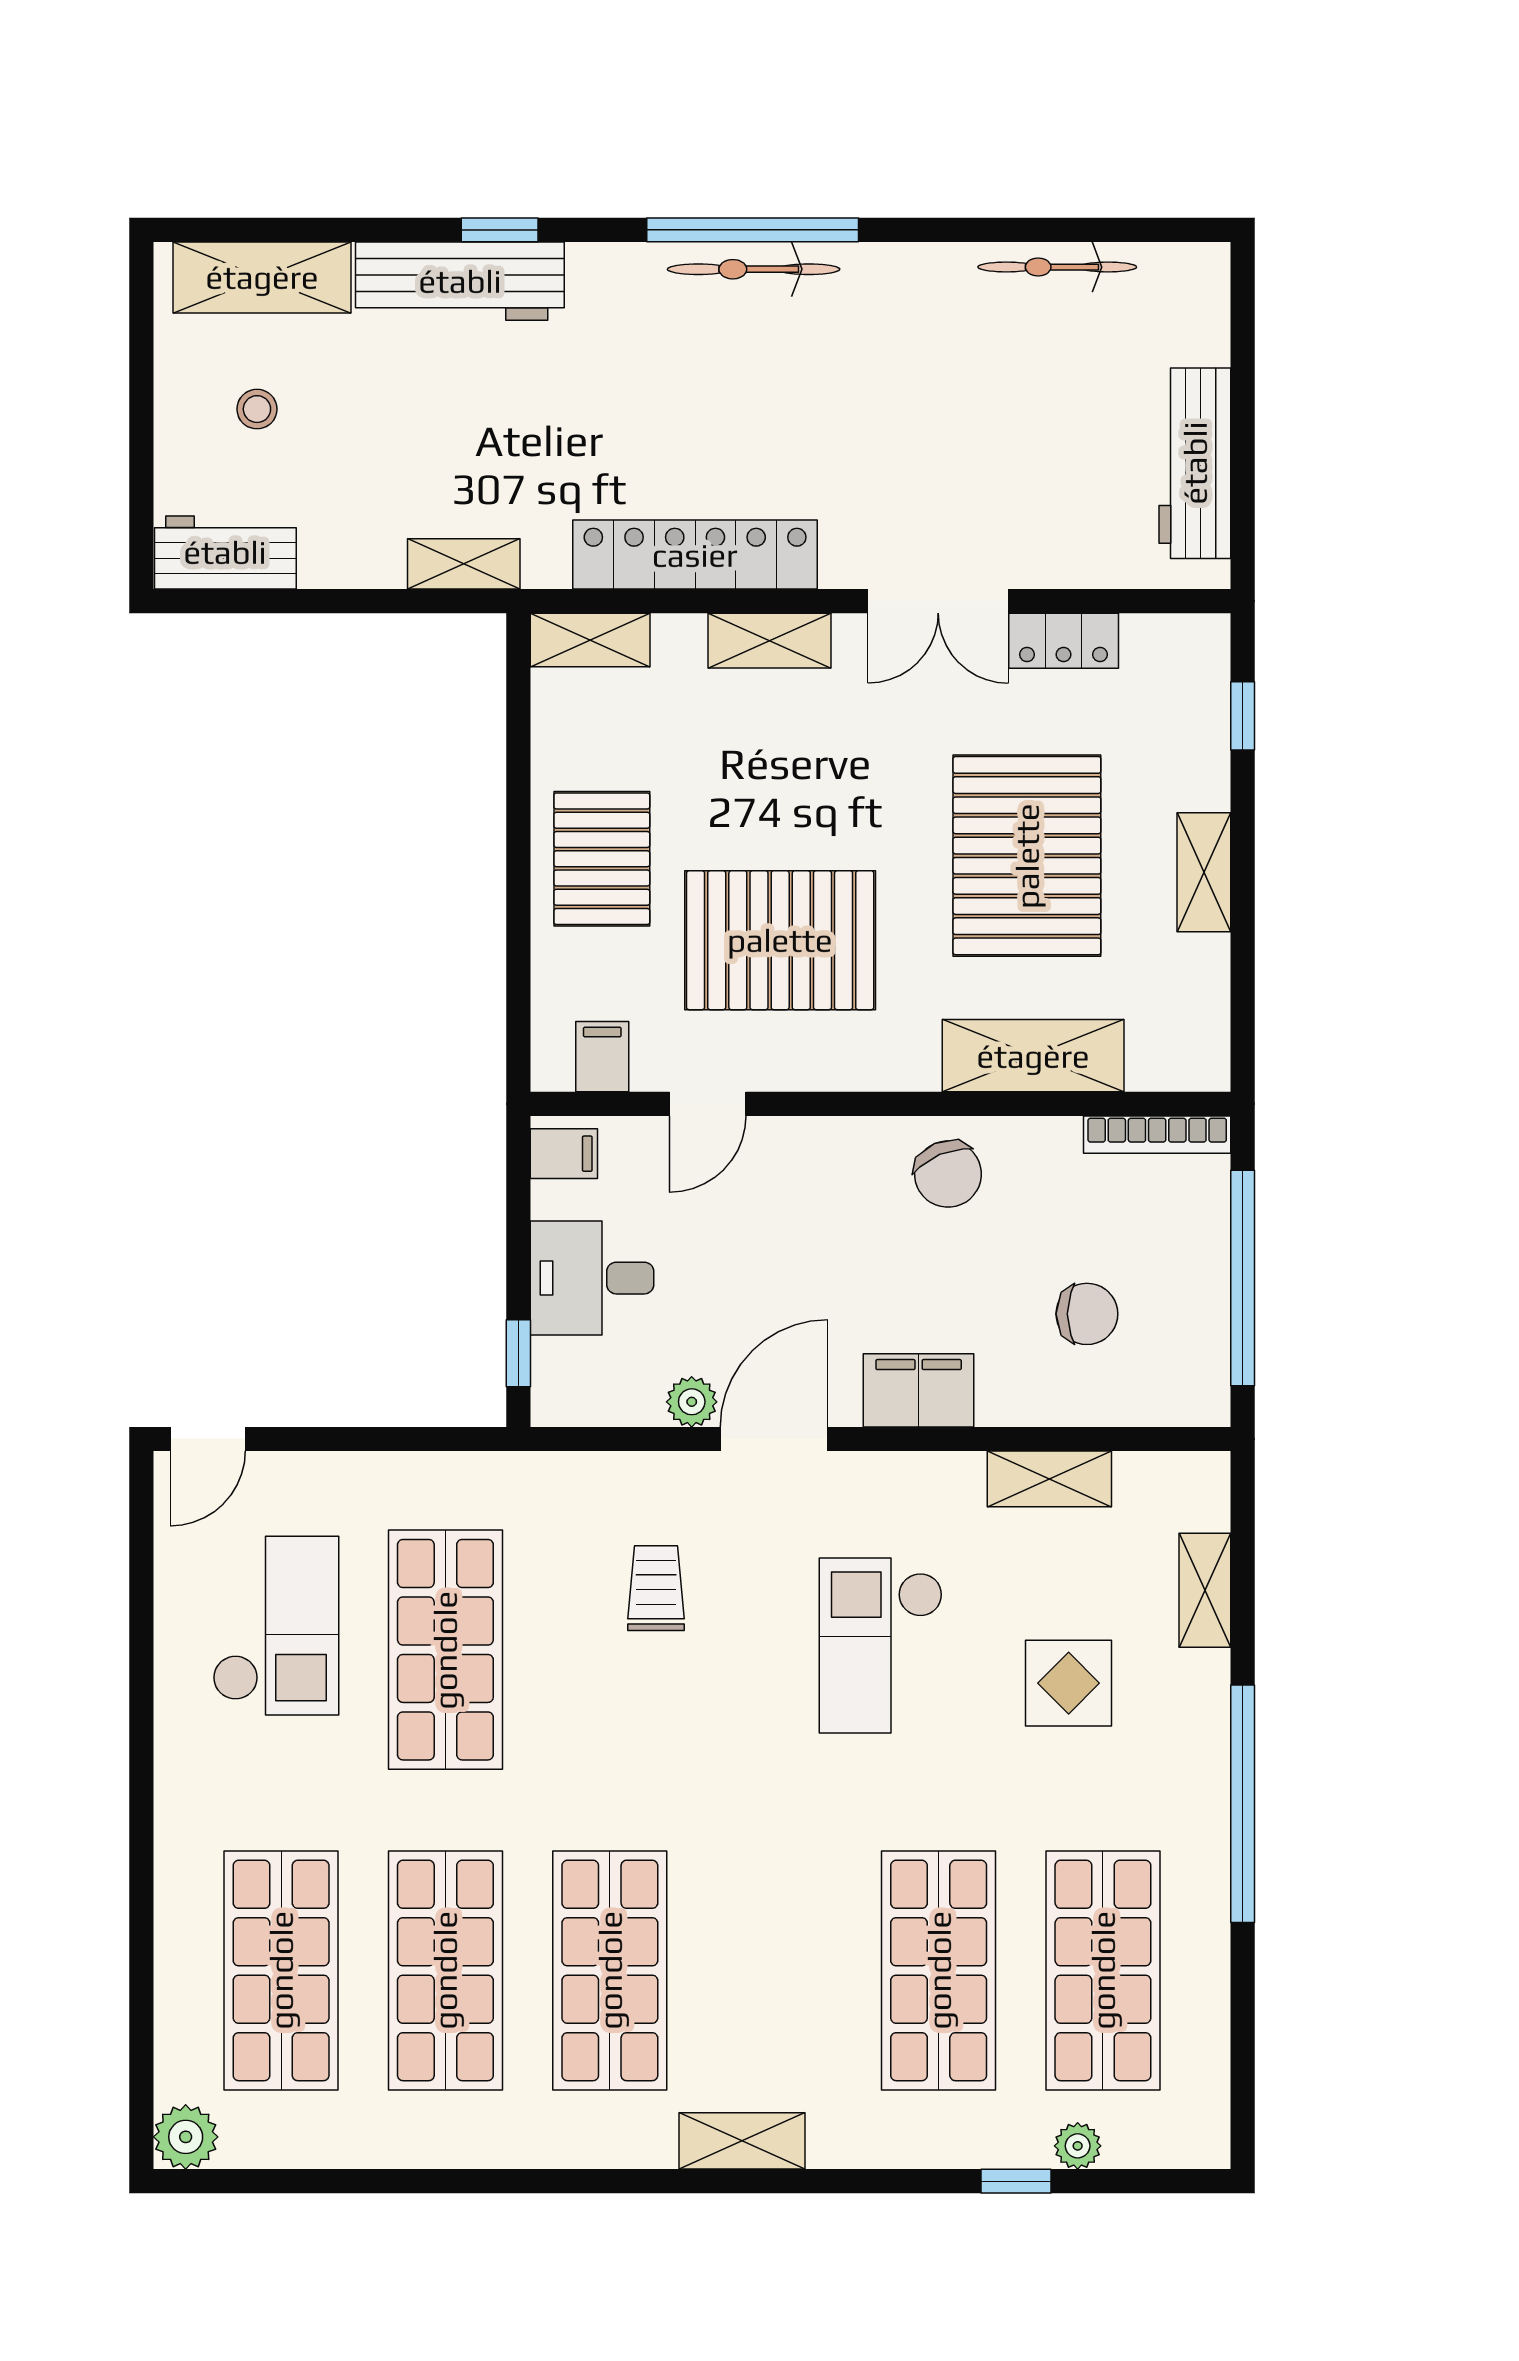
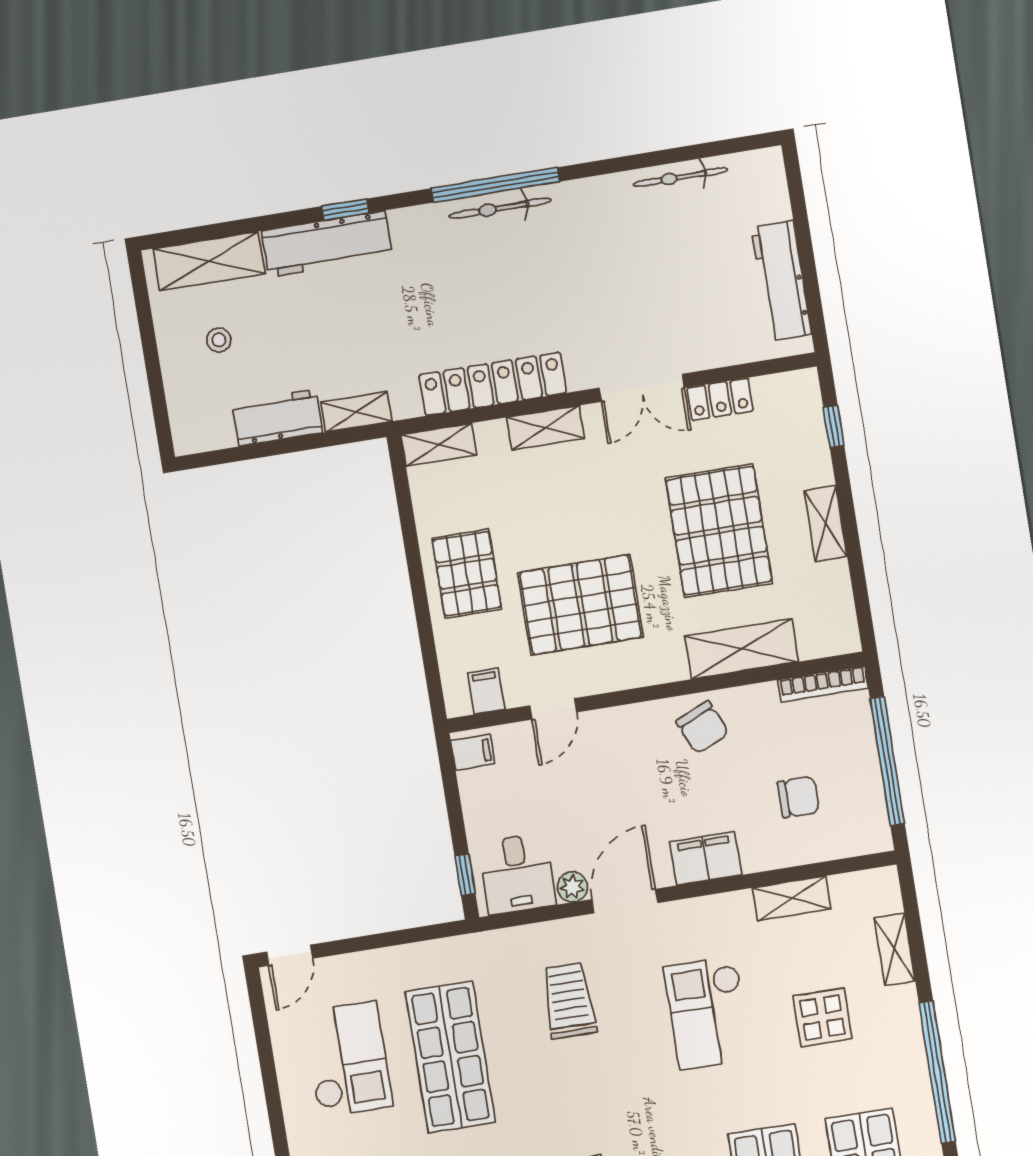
workbench: (225, 552) -> (277, 418), moved
desk: (592, 1278) -> (517, 874), moved, turned -90
trolley: (656, 1588) -> (569, 1001), width x1.36, depth x1.39

